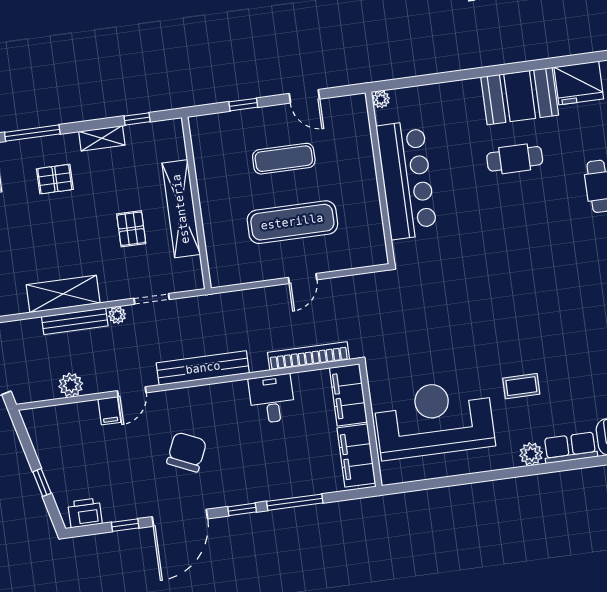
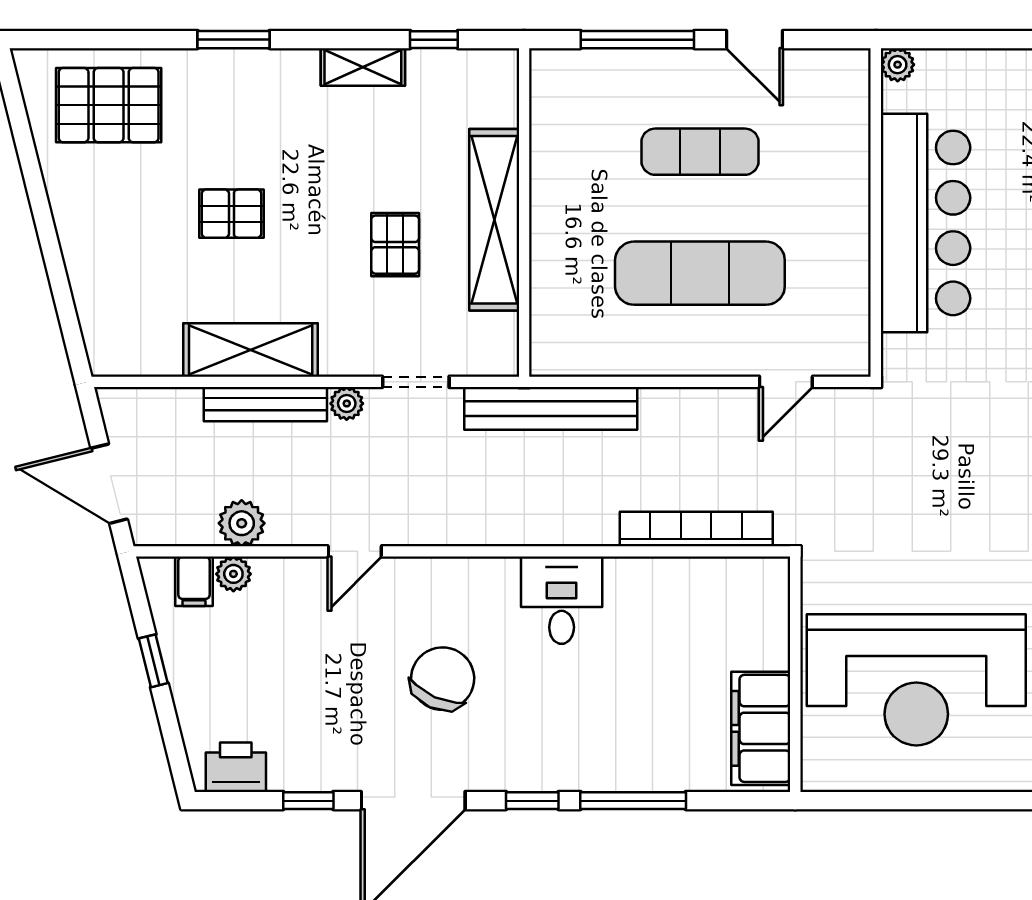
window: (243, 105) -> (637, 40), width x2.17
window: (32, 133) -> (234, 40), width x0.69
pallet: (55, 179) -> (231, 214), moved
door: (303, 279) -> (786, 382), moved
bench: (203, 368) -> (551, 408), moved
filing cabinet: (348, 395) -> (761, 612), removed
desk: (272, 399) -> (562, 600), moved
filing cabinet: (109, 411) -> (194, 581), moved
plant: (70, 412) -> (233, 574), added
reception desk: (434, 419) -> (916, 680), turned 180
window: (42, 483) -> (153, 661), moved

